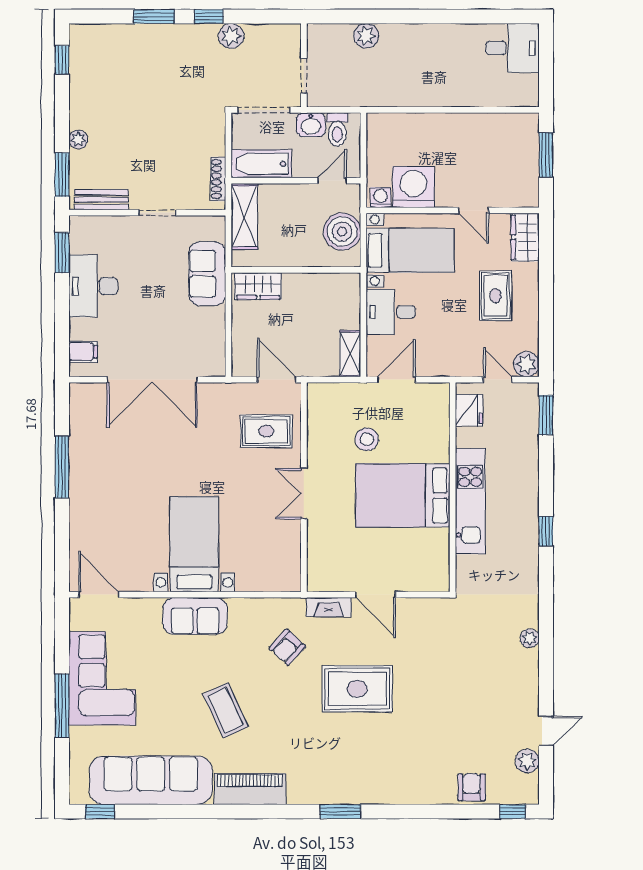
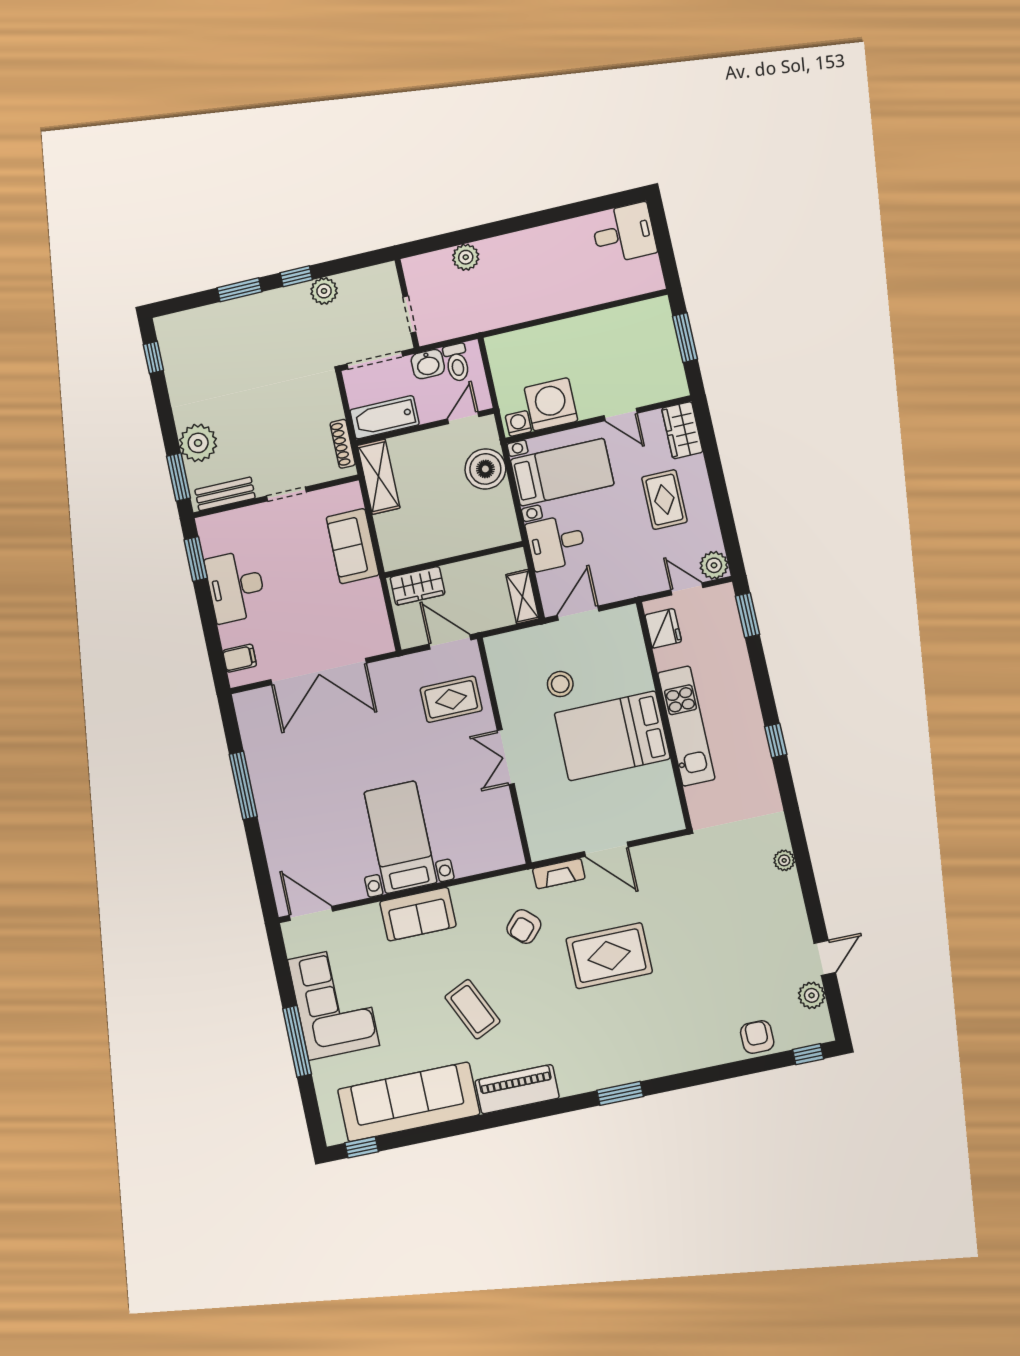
plant: (78, 139) -> (198, 443), width x1.88, depth x1.88
wall: (296, 270) -> (454, 560), moved
wardrobe: (258, 286) -> (417, 586), moved

